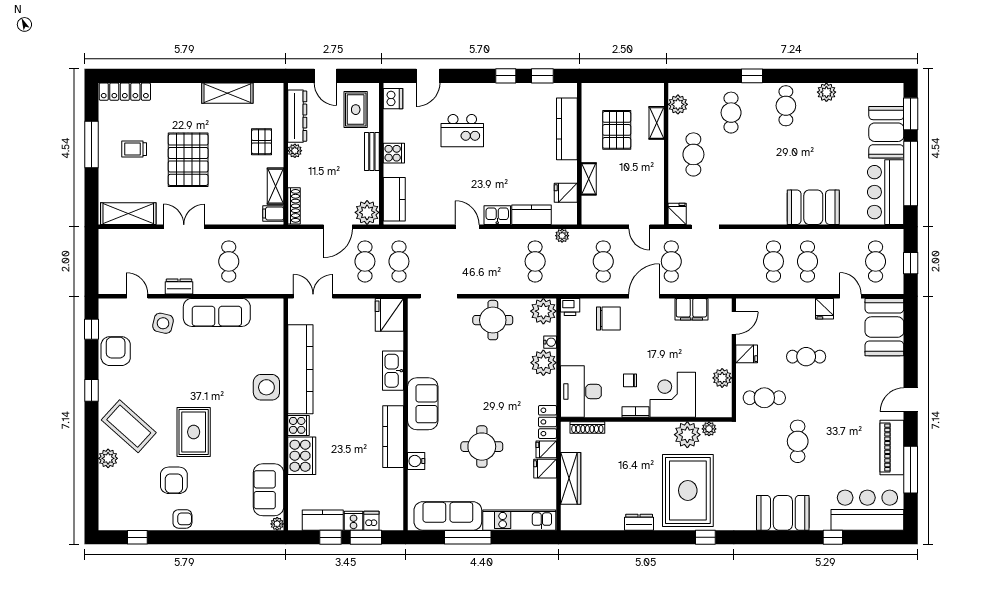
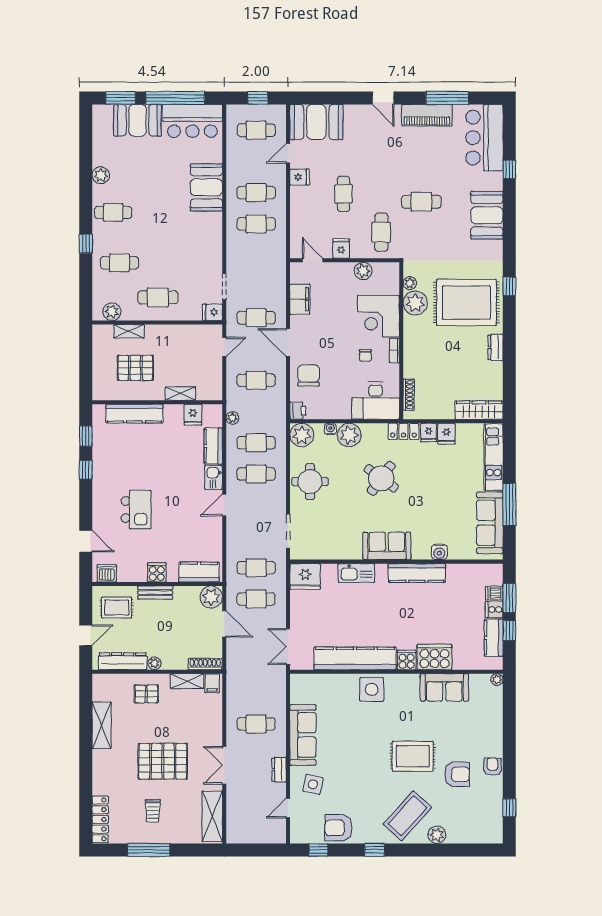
cafe table: (501, 261) -> (256, 474), added
round table: (482, 447) -> (381, 478), moved, turned 36
wardrobe: (571, 478) -> (479, 410), moved
sofa: (269, 490) -> (444, 687), moved

